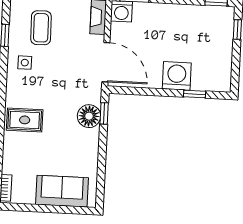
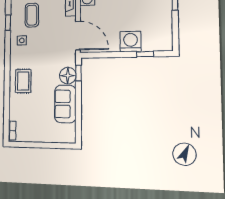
rug: (25, 120) -> (23, 81), turned 90
sofa: (62, 191) -> (65, 104), moved, turned -90

